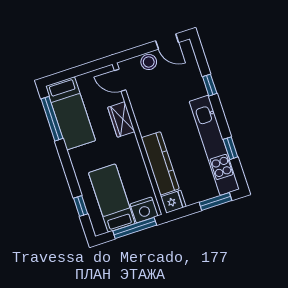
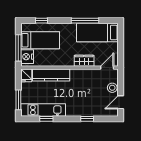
window: (52, 119) -> (85, 21), moved
kitchen unit: (214, 145) -> (43, 110), width x0.73

